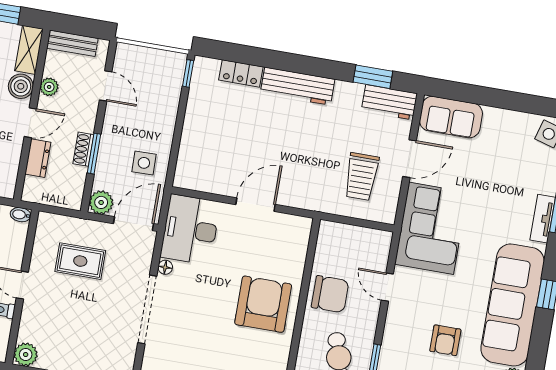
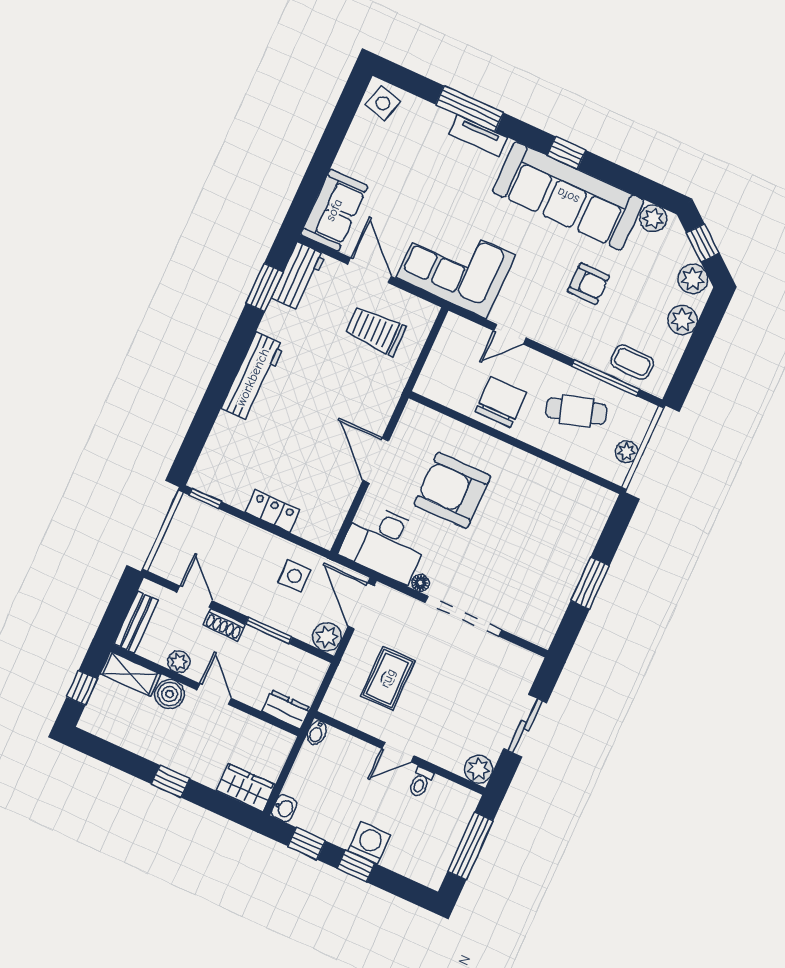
locker: (241, 73) -> (272, 511), moved, turned -90
door: (106, 86) -> (195, 597), hinge flipped
shoe rack: (83, 149) -> (224, 625), moved
dresser: (38, 158) -> (286, 709), moved
trolley: (361, 177) -> (376, 331), turned 180
armchair: (263, 304) -> (452, 490), moved

